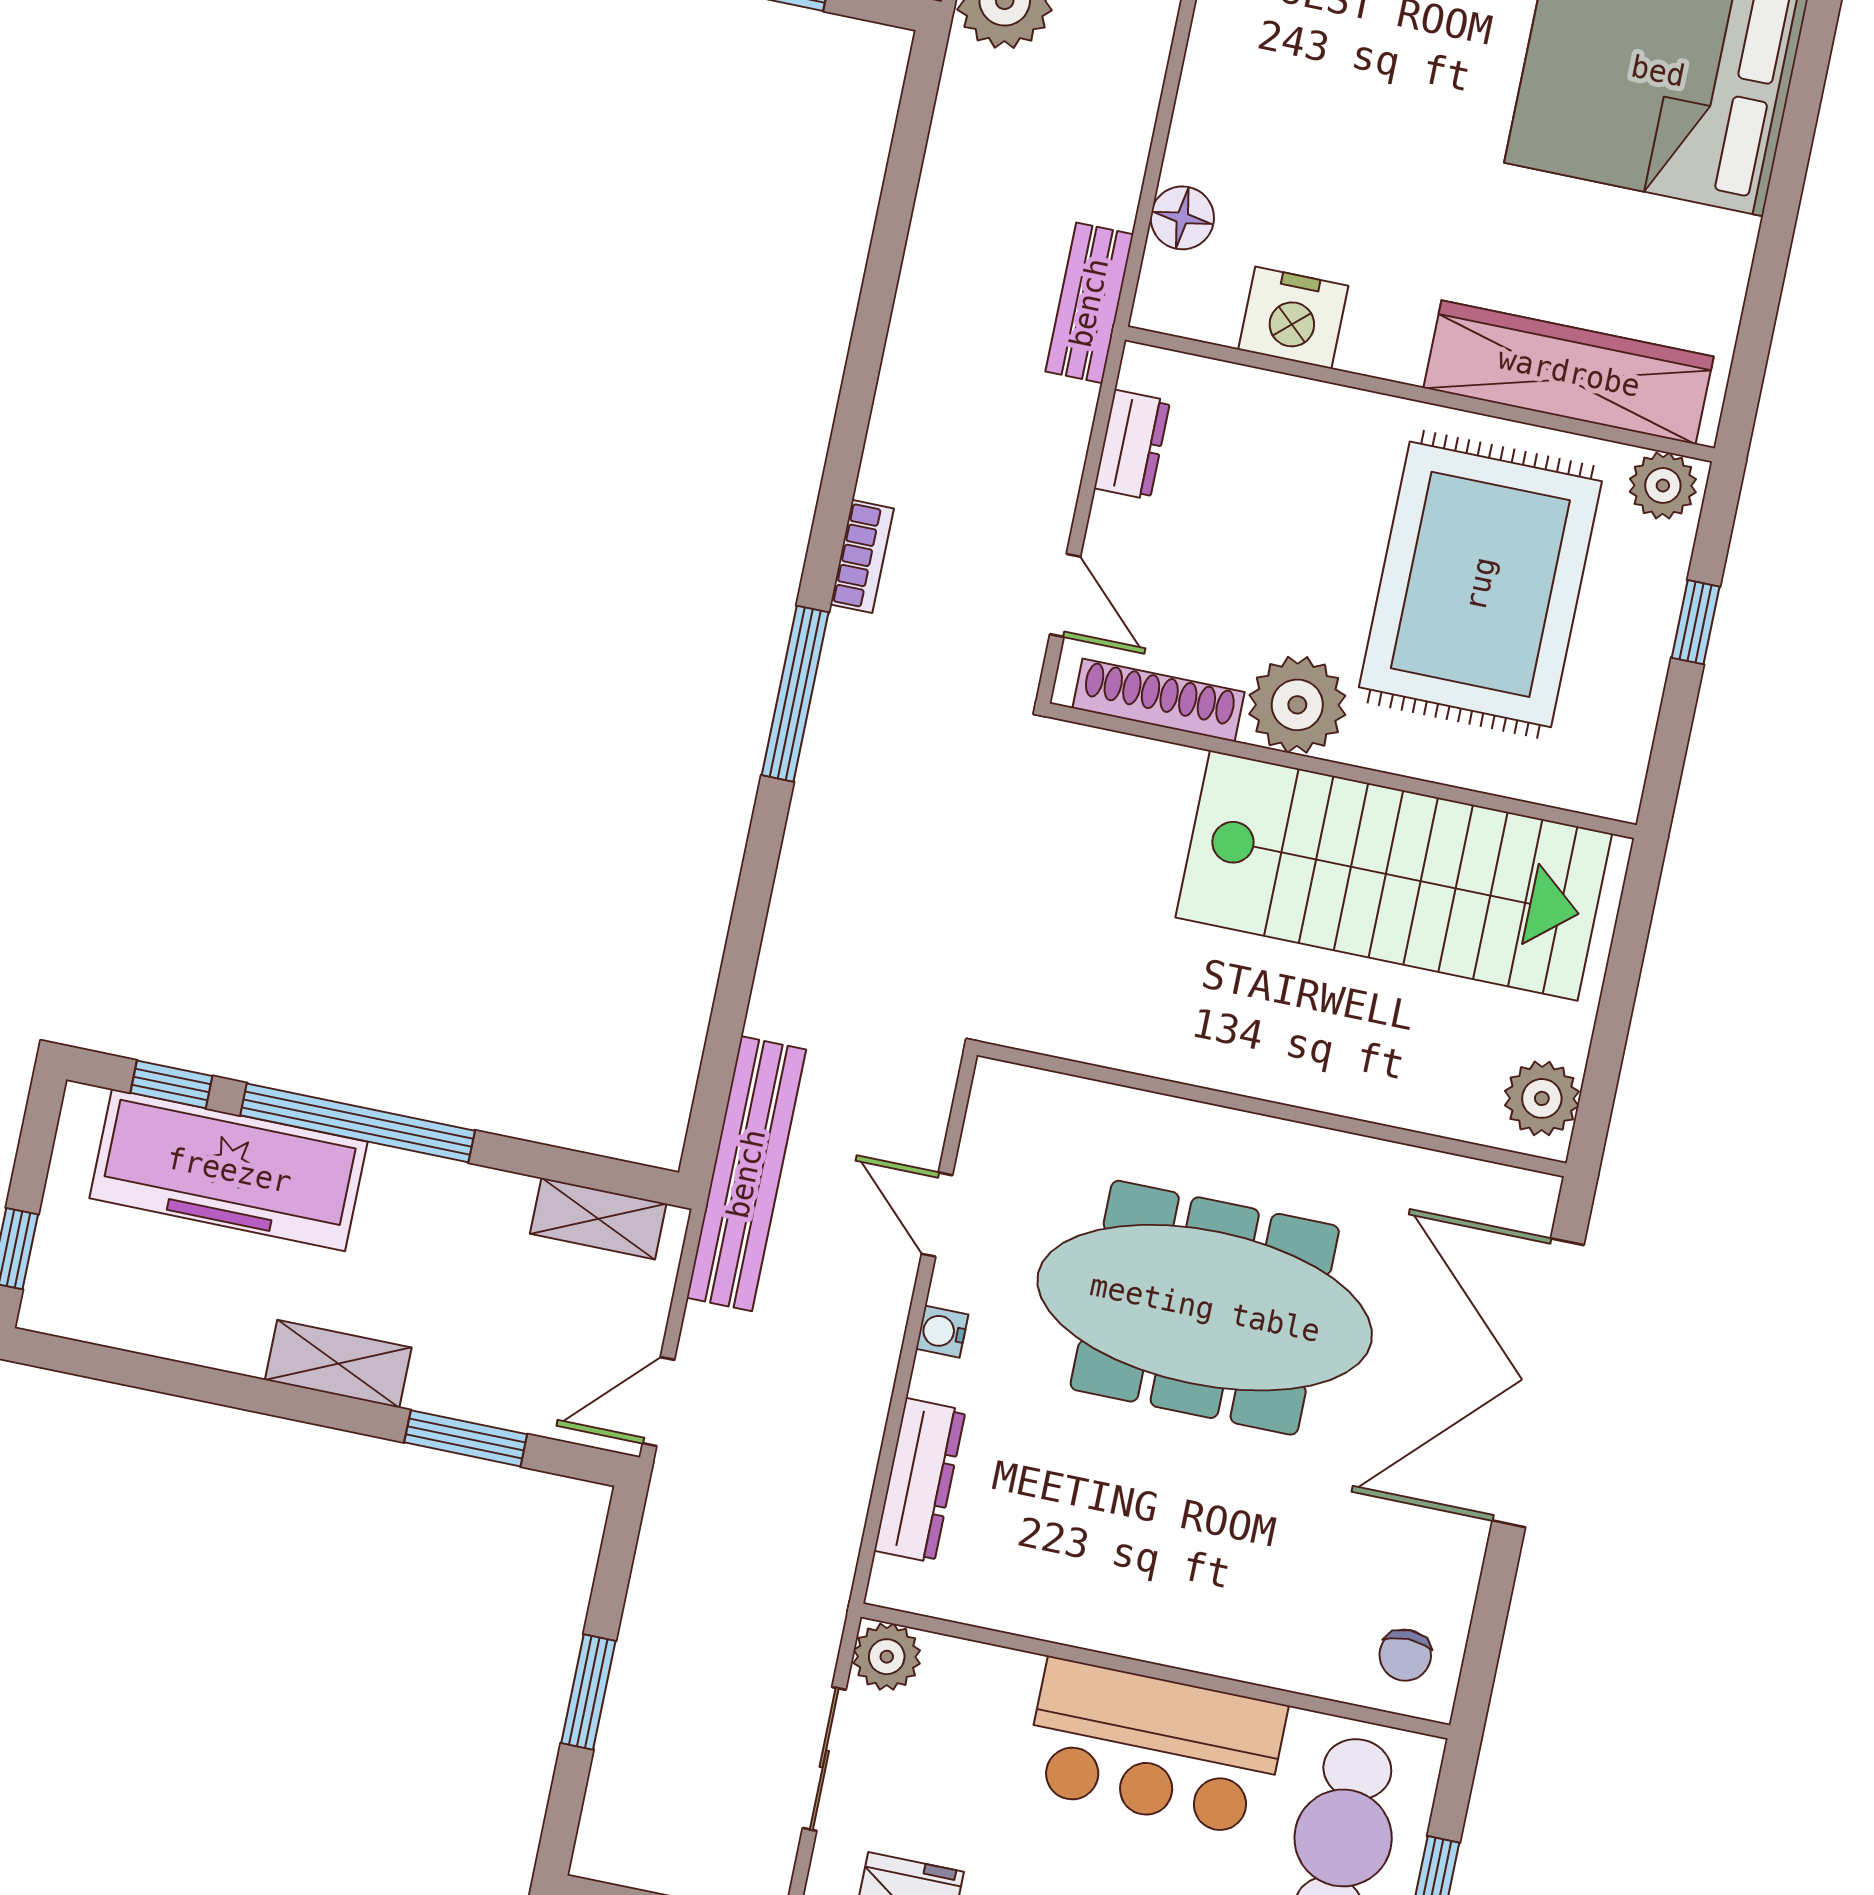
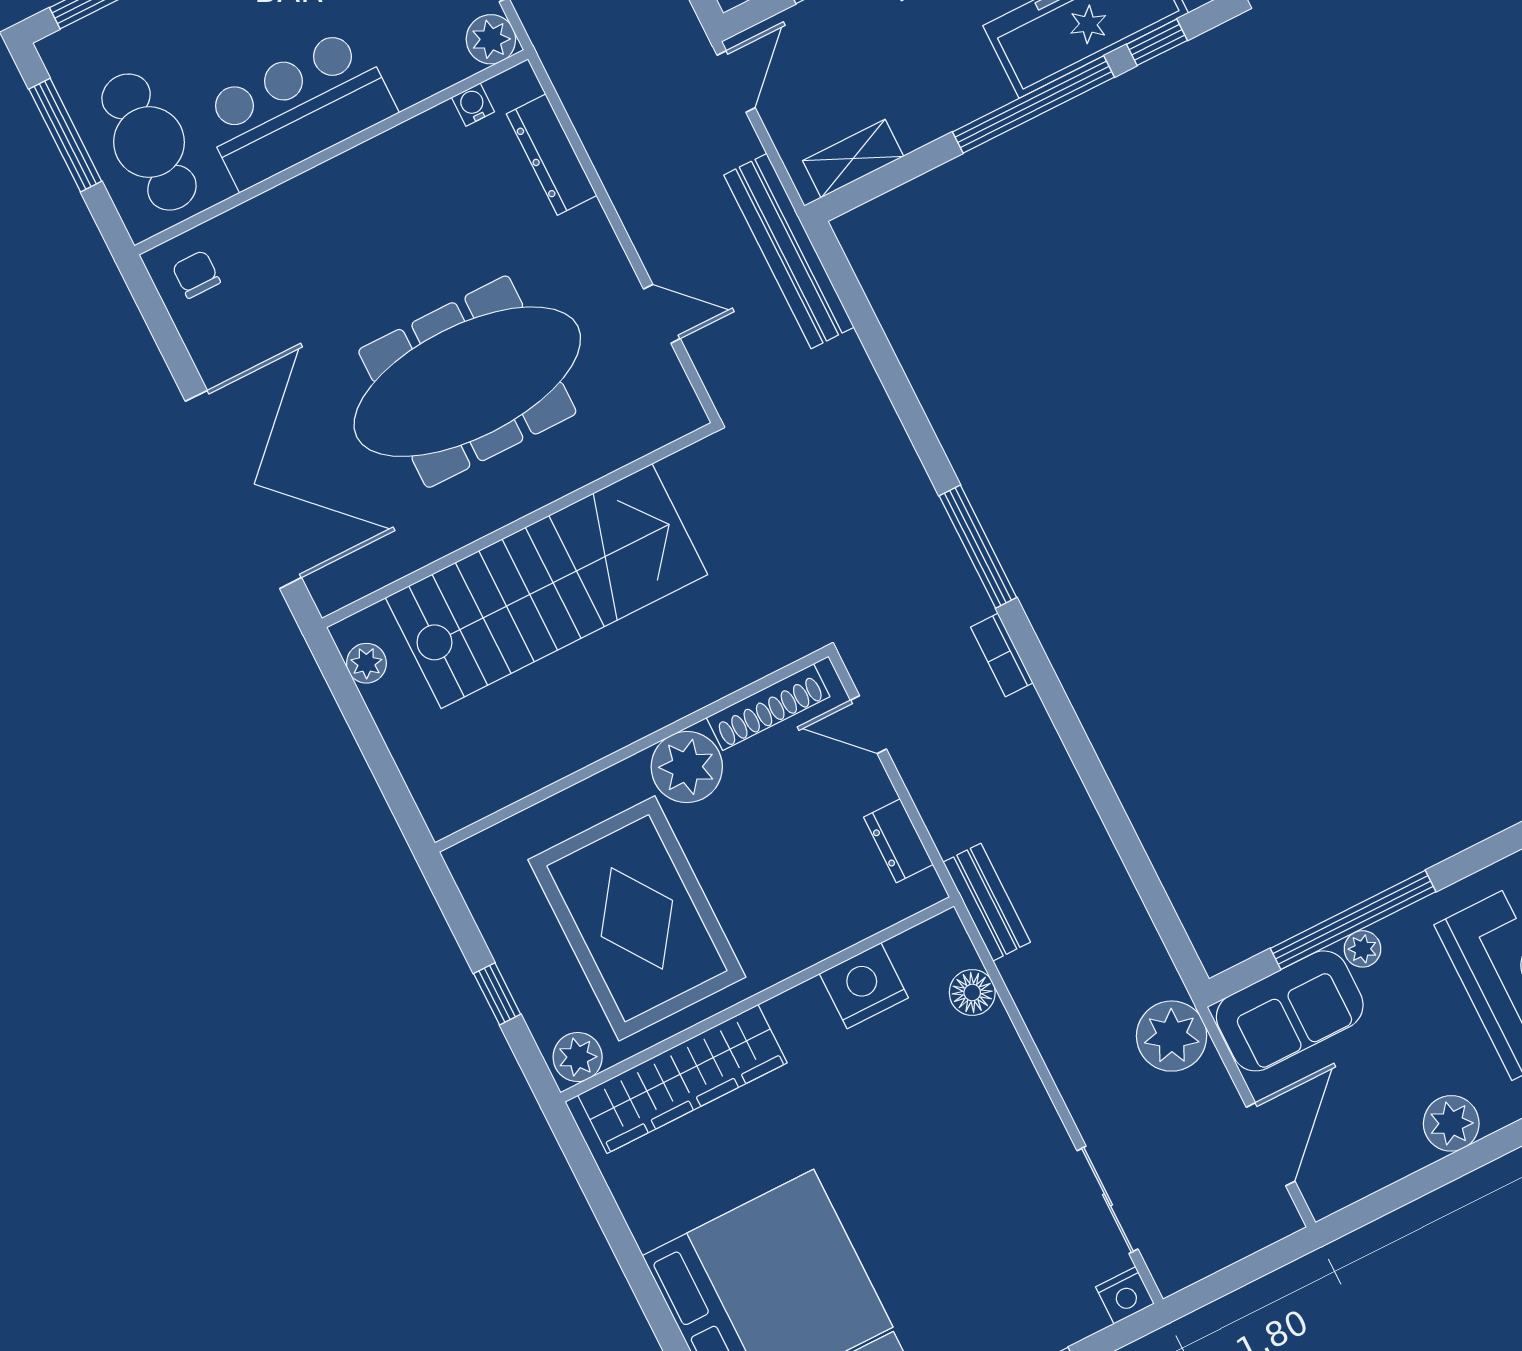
stairs: (1394, 876) -> (546, 586), moved, turned 180
plant: (1542, 1098) -> (366, 663), width x0.73, depth x0.73
water cooler: (942, 1332) -> (473, 105), moved, turned -90

